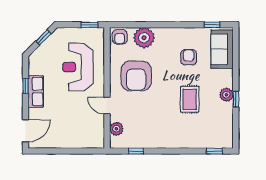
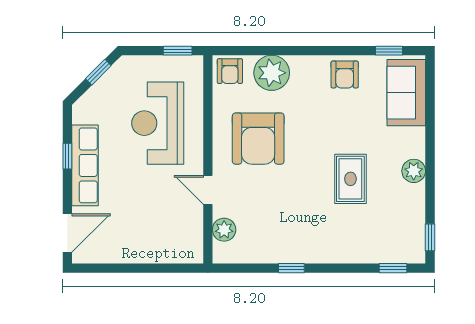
armchair: (189, 57) -> (345, 75), moved, turned 180
row of seats: (36, 92) -> (85, 165), width x1.48
window: (236, 99) -> (430, 237), moved
window: (136, 151) -> (291, 268), moved

